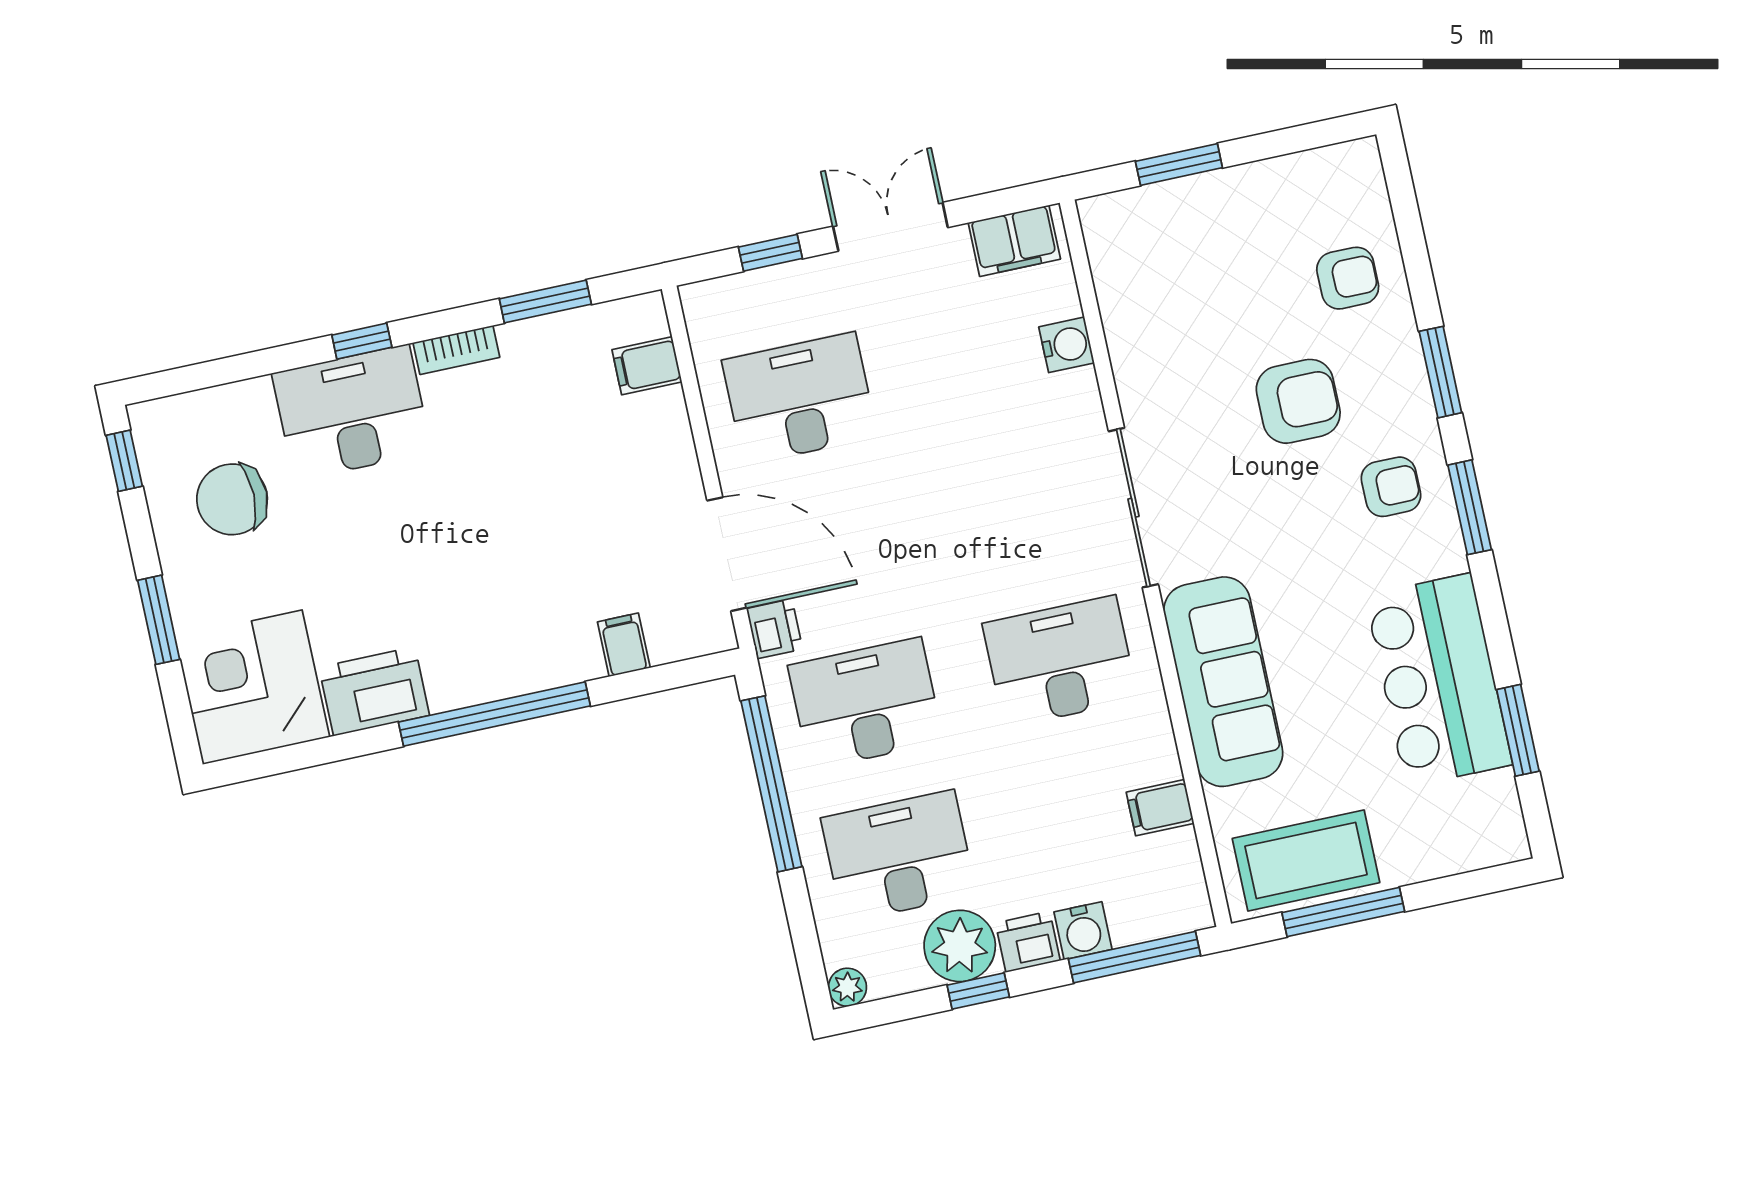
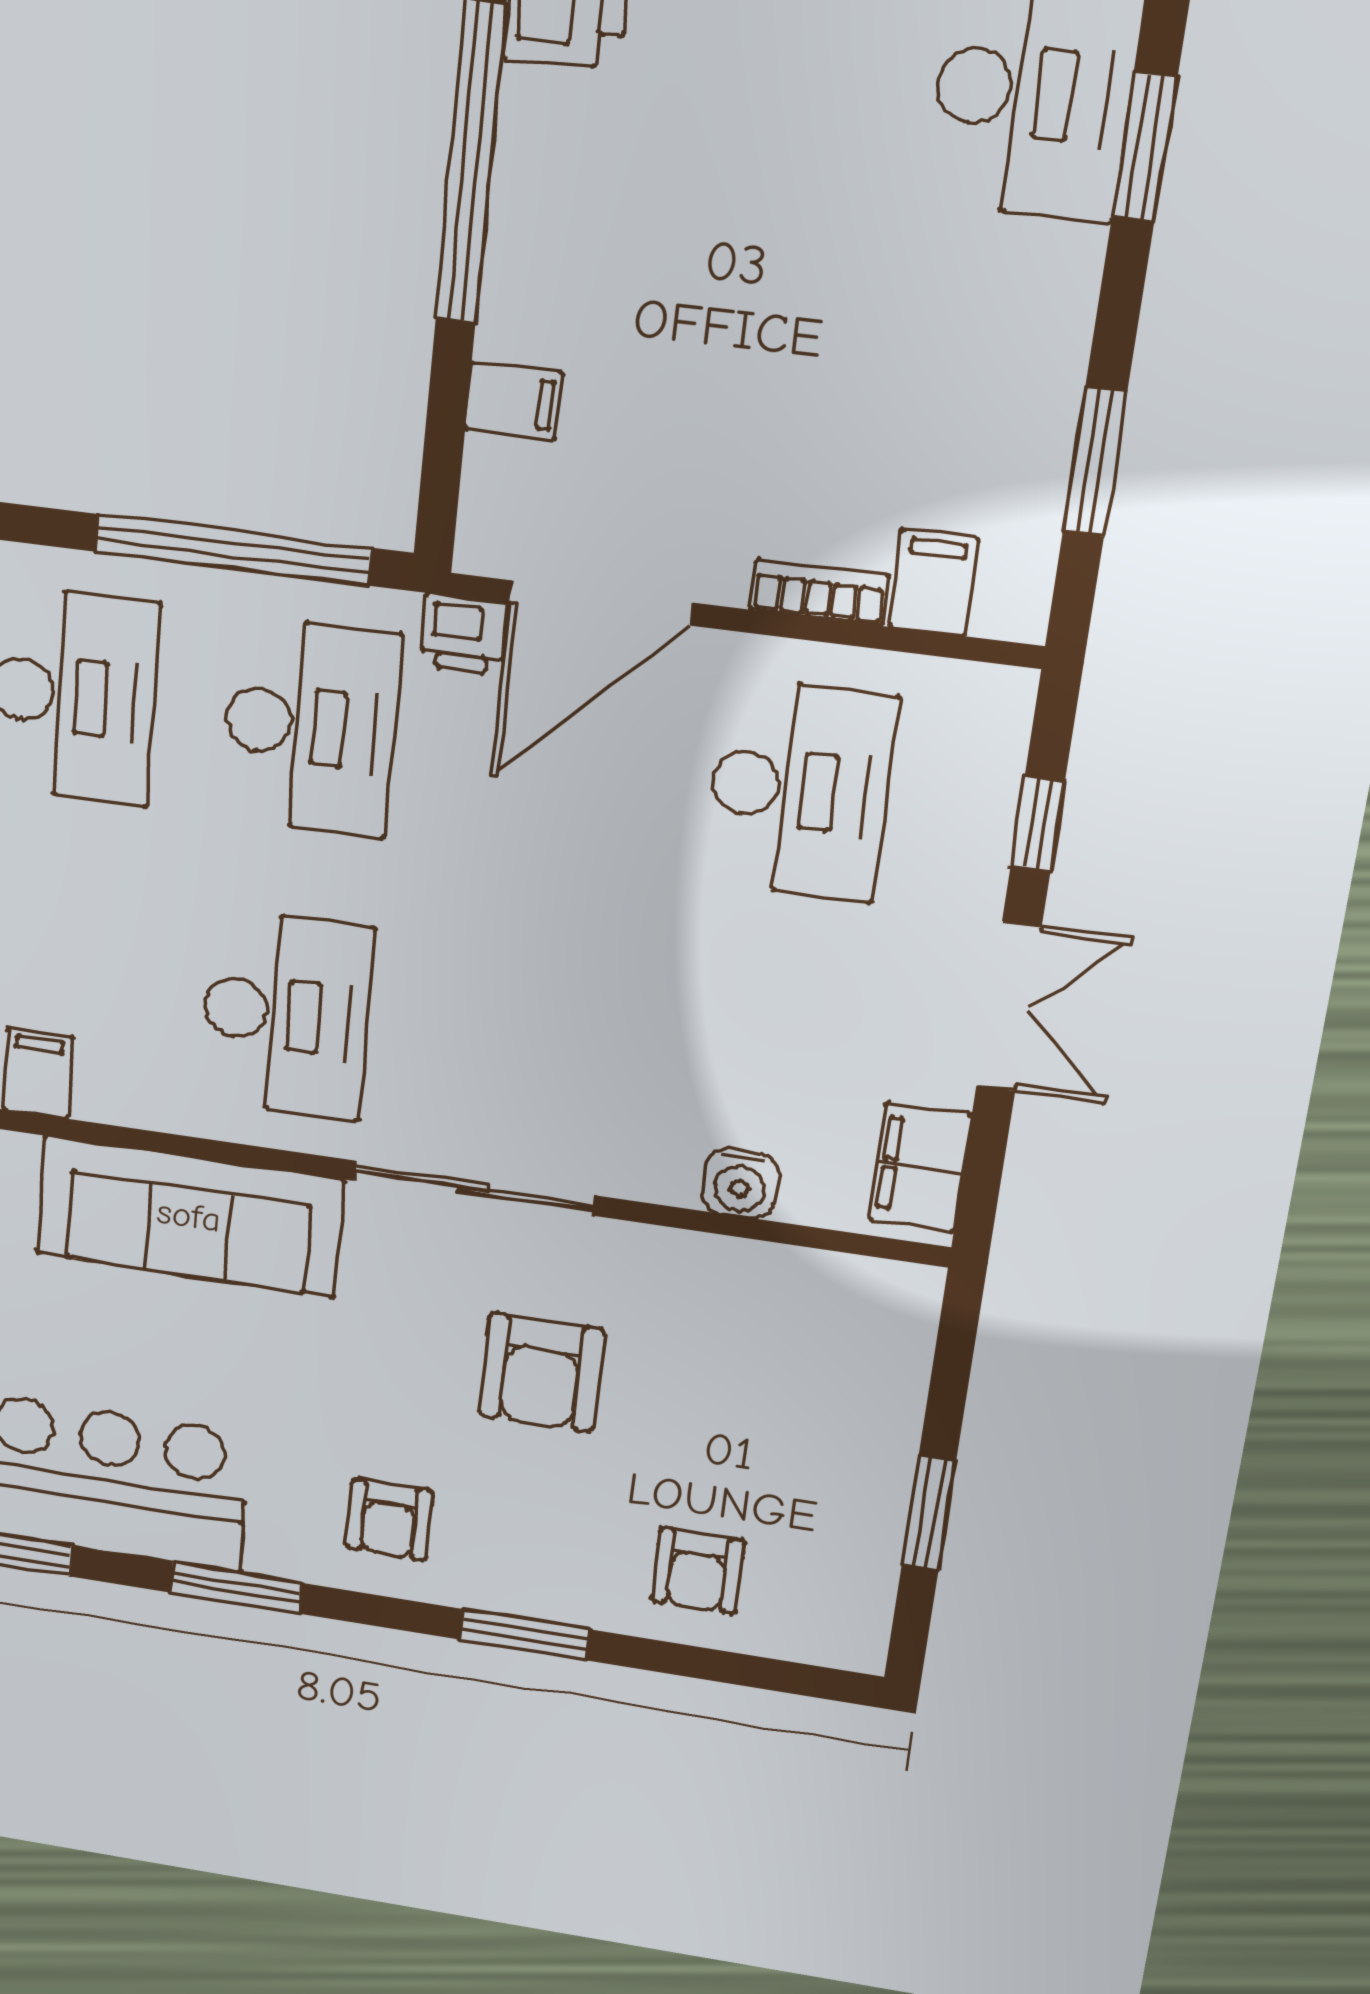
window: (1179, 164) -> (929, 1513), moved
window: (362, 341) -> (1144, 147), width x1.50
bookcase: (456, 350) -> (819, 592), moved, turned 90
armchair: (1298, 401) -> (541, 1372), moved
window: (1470, 507) -> (236, 1588), moved

